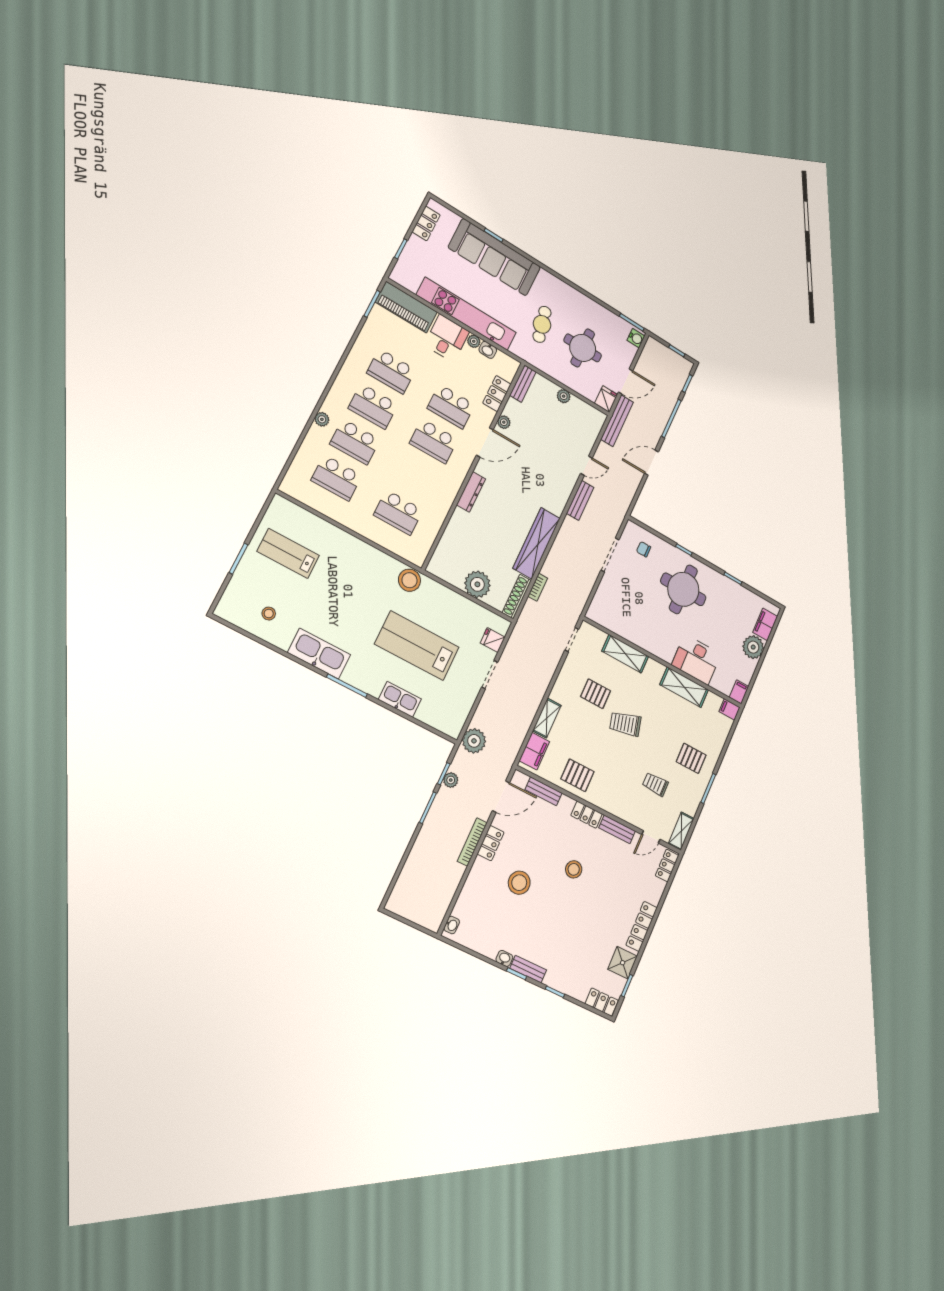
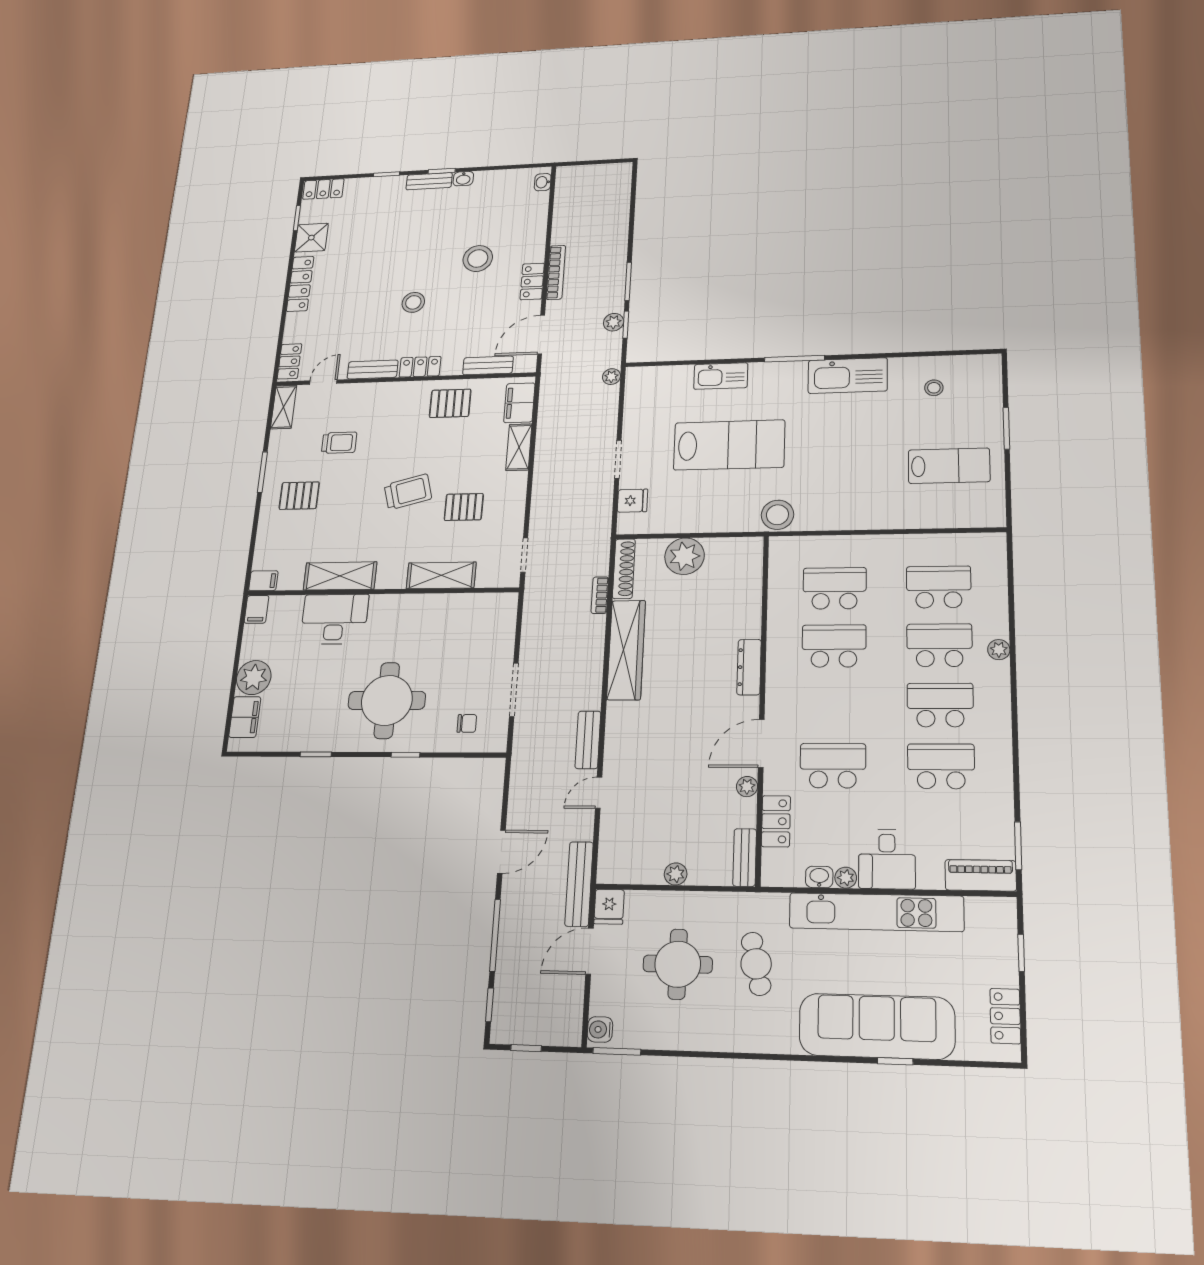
piano: (406, 307) -> (981, 875), width x0.73, depth x0.75
school desk: (434, 441) -> (834, 646), moved
plant: (474, 741) -> (611, 377), width x0.53, depth x0.53

